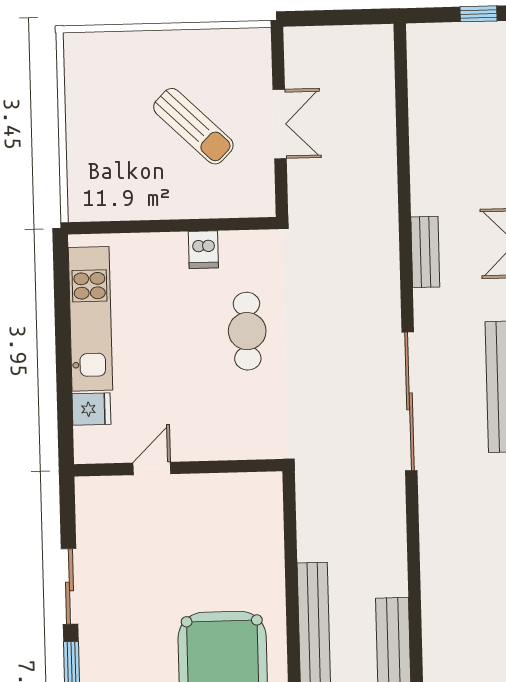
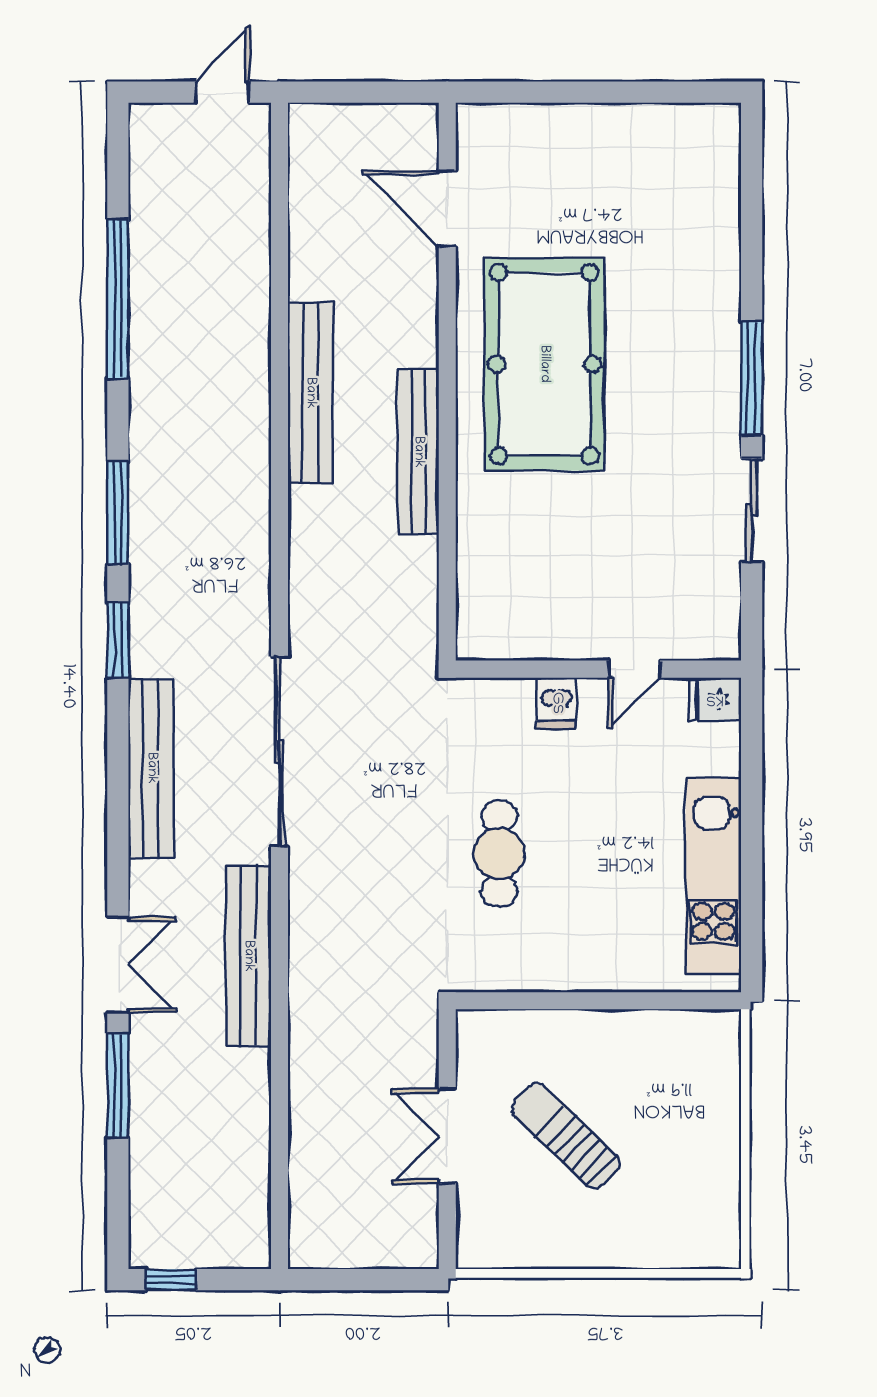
dishwasher: (203, 250) -> (556, 703), moved, turned 180
bench: (425, 252) -> (248, 956), width x1.86, depth x1.21
fridge: (91, 409) -> (715, 699), moved

